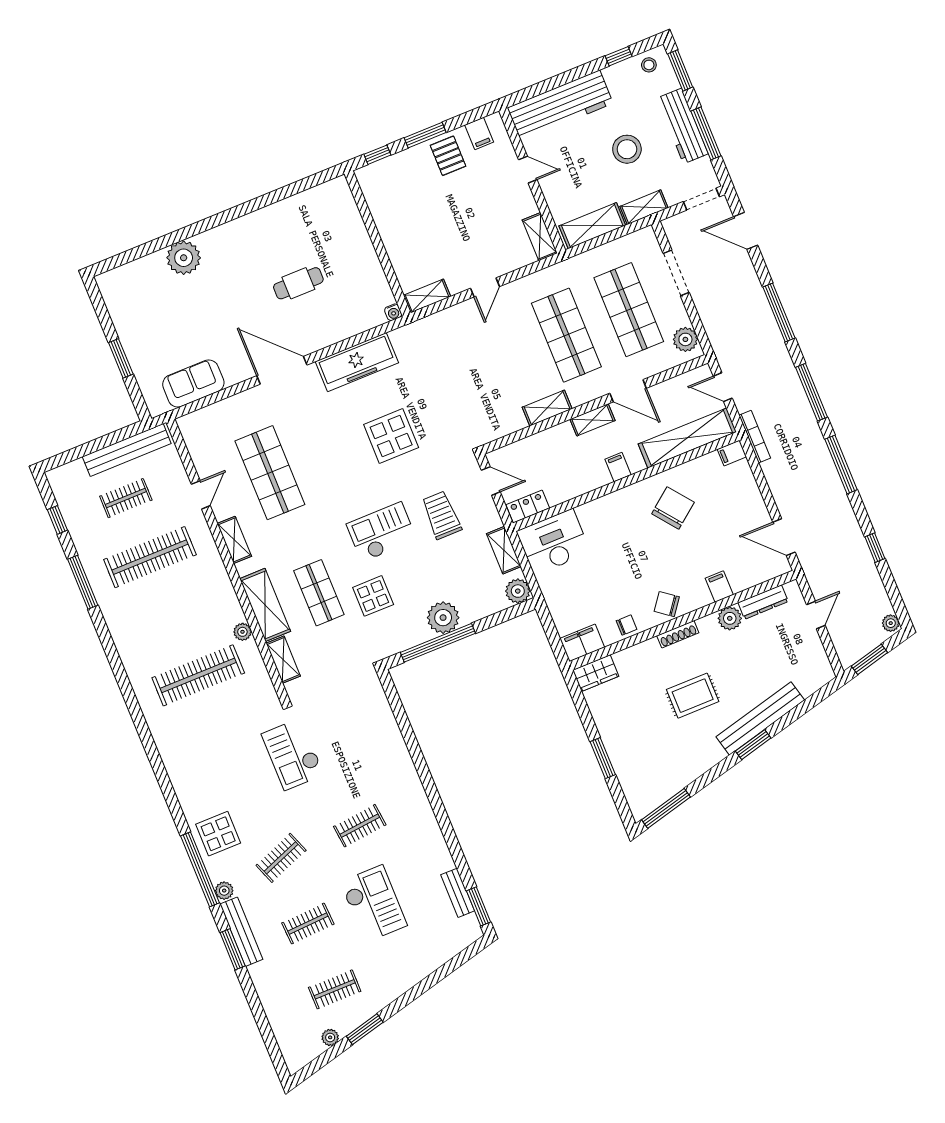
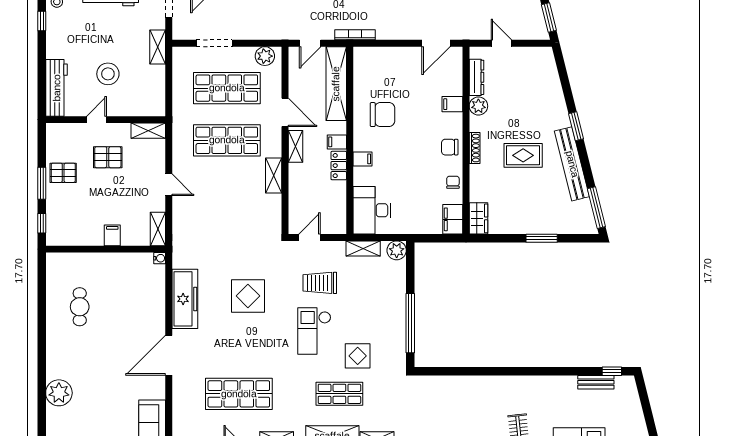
workbench: (560, 105) -> (57, 88), width x0.73, depth x0.76
filing cabinet: (479, 133) -> (112, 235), moved, turned -90
stool: (627, 149) -> (108, 74), moved
pallet: (488, 201) -> (108, 157), added
shelving: (592, 226) -> (156, 90), removed
cafe table: (298, 283) -> (80, 307), moved
door: (628, 391) -> (285, 112), hinge flipped
filing cabinet: (732, 453) -> (363, 159), moved, turned -90
locker: (528, 506) -> (339, 166), moved
chair: (673, 508) -> (382, 115), turned 128
chair: (667, 604) -> (450, 147), turned 53
plant: (443, 618) -> (394, 312), removed
rug: (693, 696) -> (523, 155), turned 90
bench: (760, 718) -> (572, 164), moved
window: (478, 906) -> (612, 371), width x0.67

